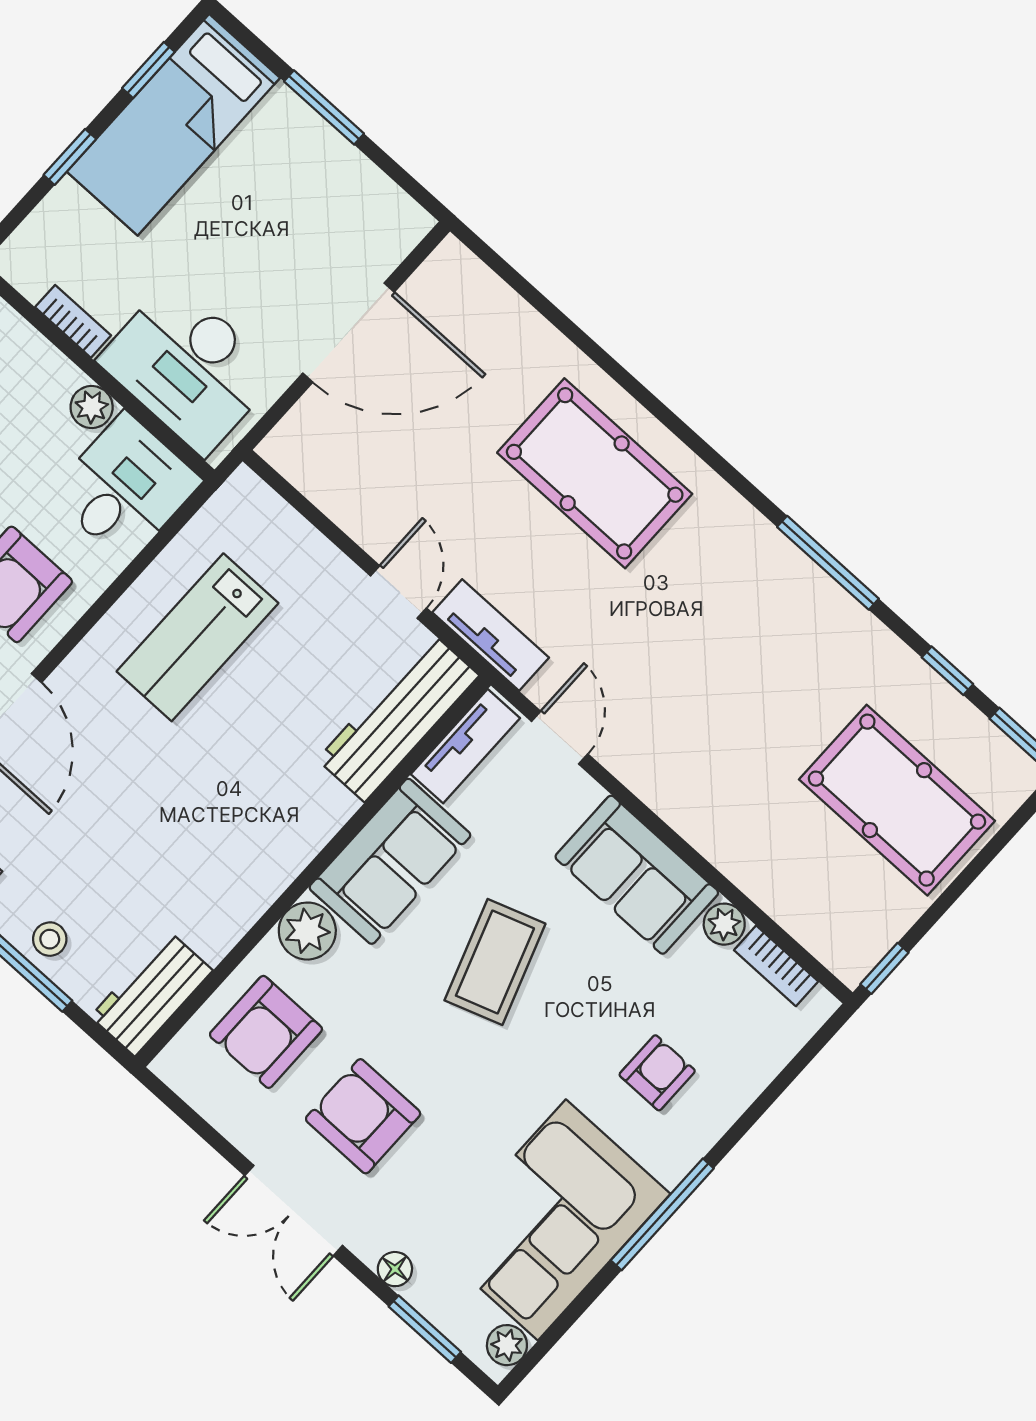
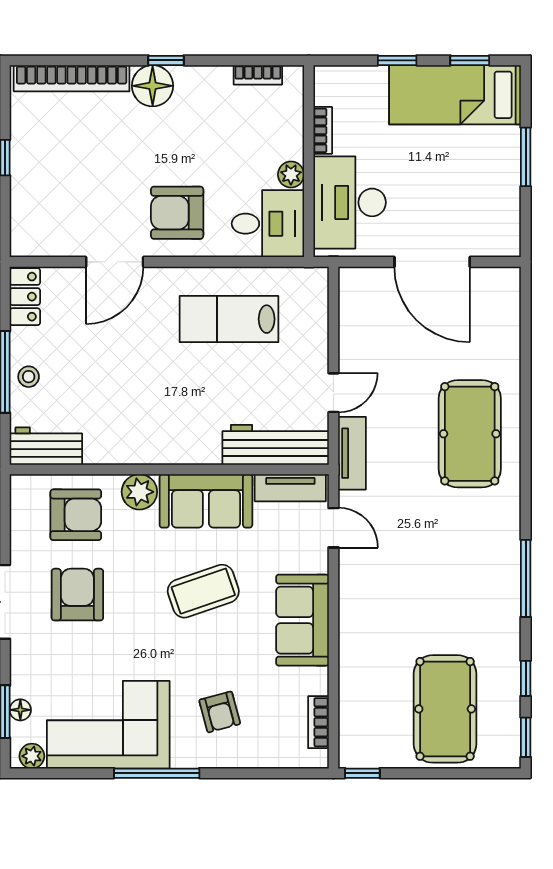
door: (560, 738) -> (334, 528), hinge flipped
plant: (724, 924) -> (316, 681), removed
armchair: (266, 1032) -> (76, 515), turned 180
armchair: (657, 1073) -> (220, 712), turned 75
floor lamp: (395, 1269) -> (20, 710), moved

